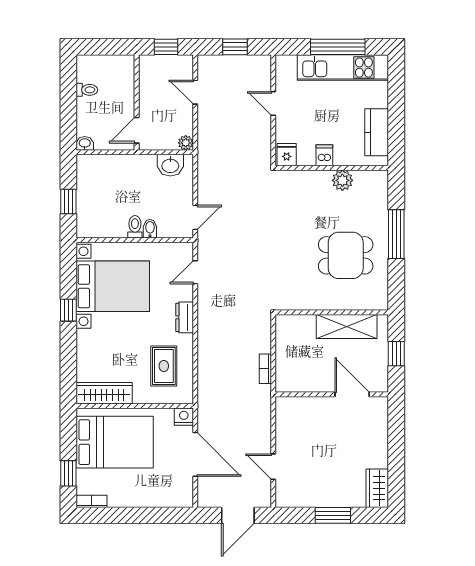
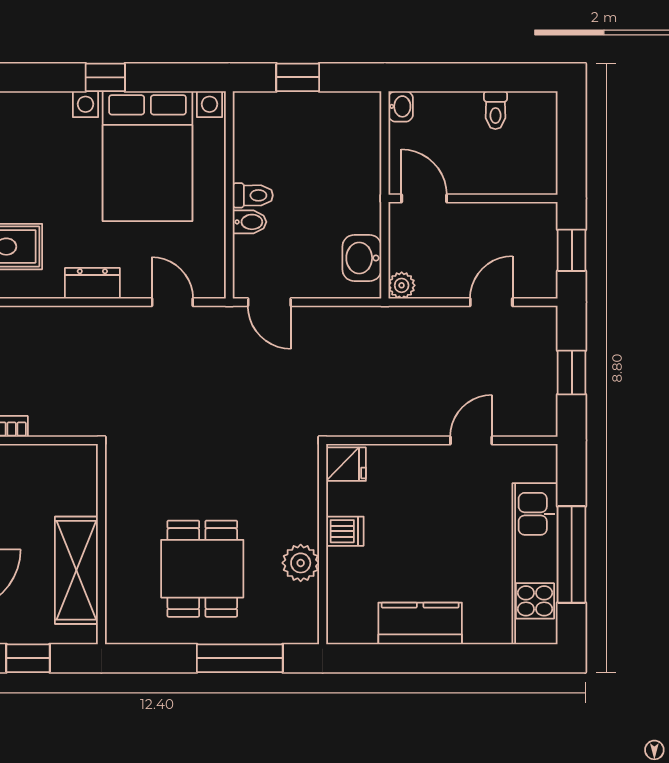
fridge: (287, 155) -> (346, 464), moved
dishwasher: (324, 155) -> (345, 531), moved
wall: (332, 168) -> (323, 544), moved
plant: (342, 180) -> (301, 563), moved

